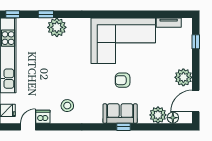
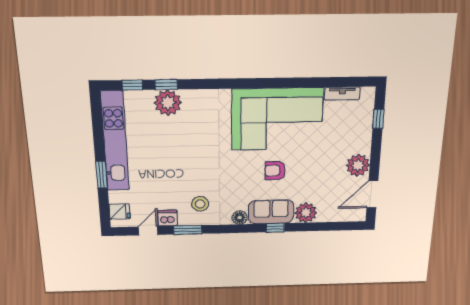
window: (13, 14) -> (132, 85), moved
plant: (57, 27) -> (168, 103), moved
plant: (158, 115) -> (306, 213), moved
floor lamp: (173, 118) -> (240, 218), moved
window: (58, 127) -> (188, 230), added

